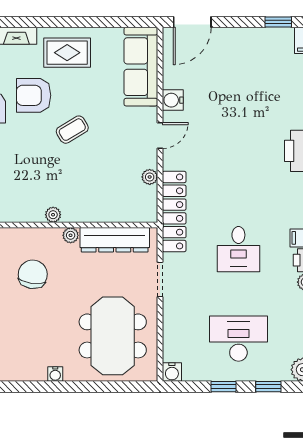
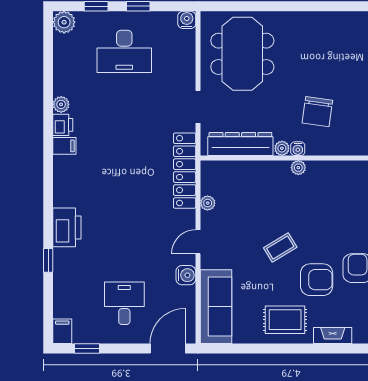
desk: (238, 249) -> (124, 303), moved
water cooler: (55, 374) -> (298, 149), moved, turned 180

